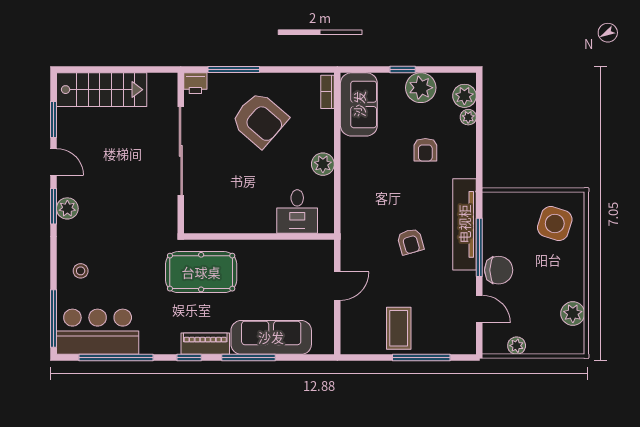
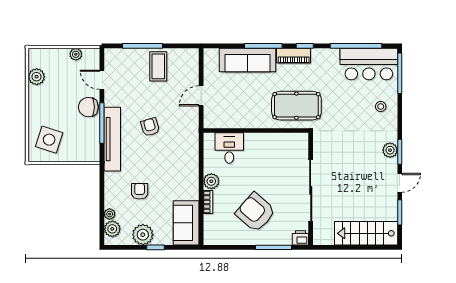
bookcase: (328, 92) -> (208, 202), moved
door: (53, 162) -> (400, 183), swing flipped

